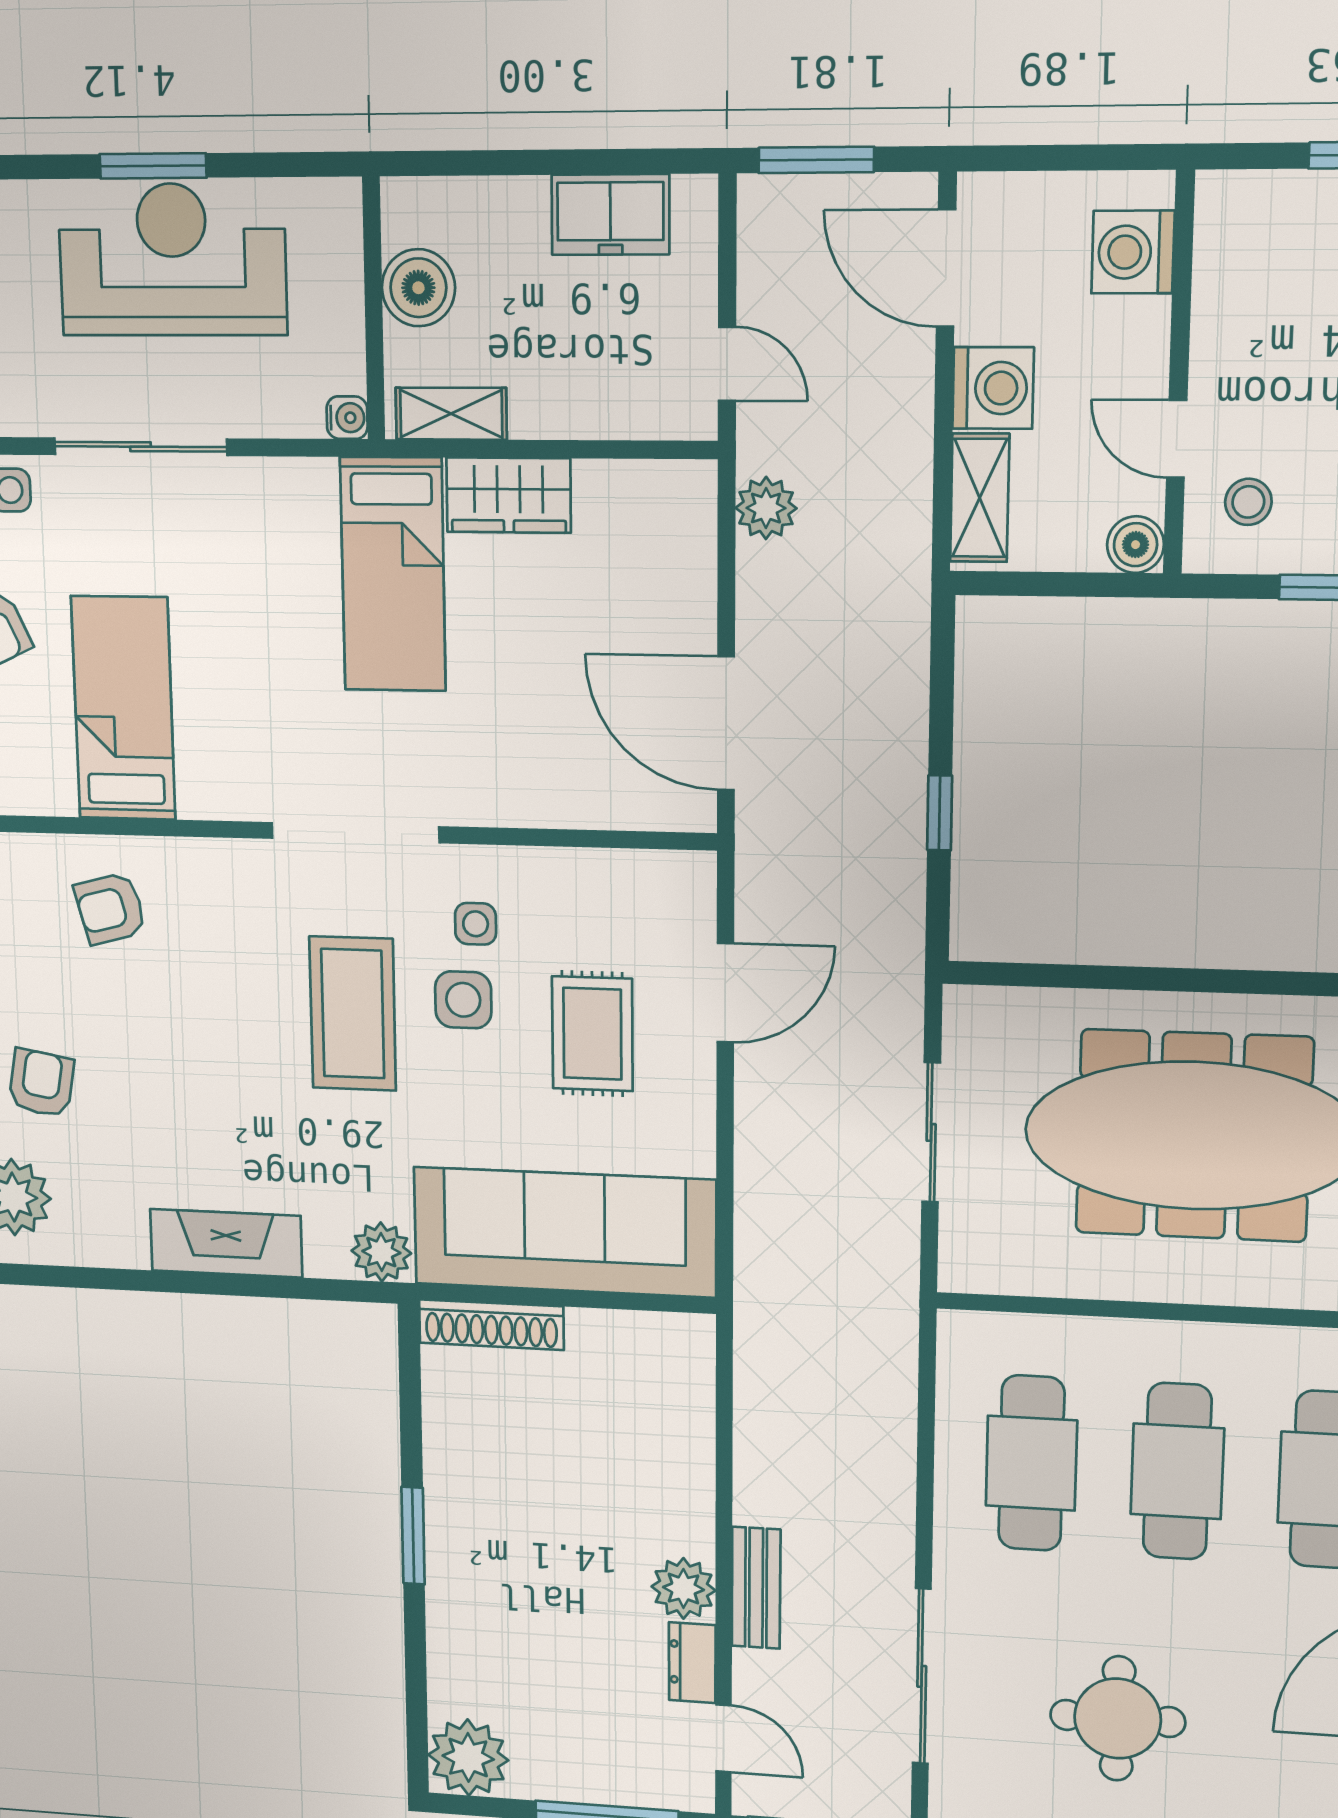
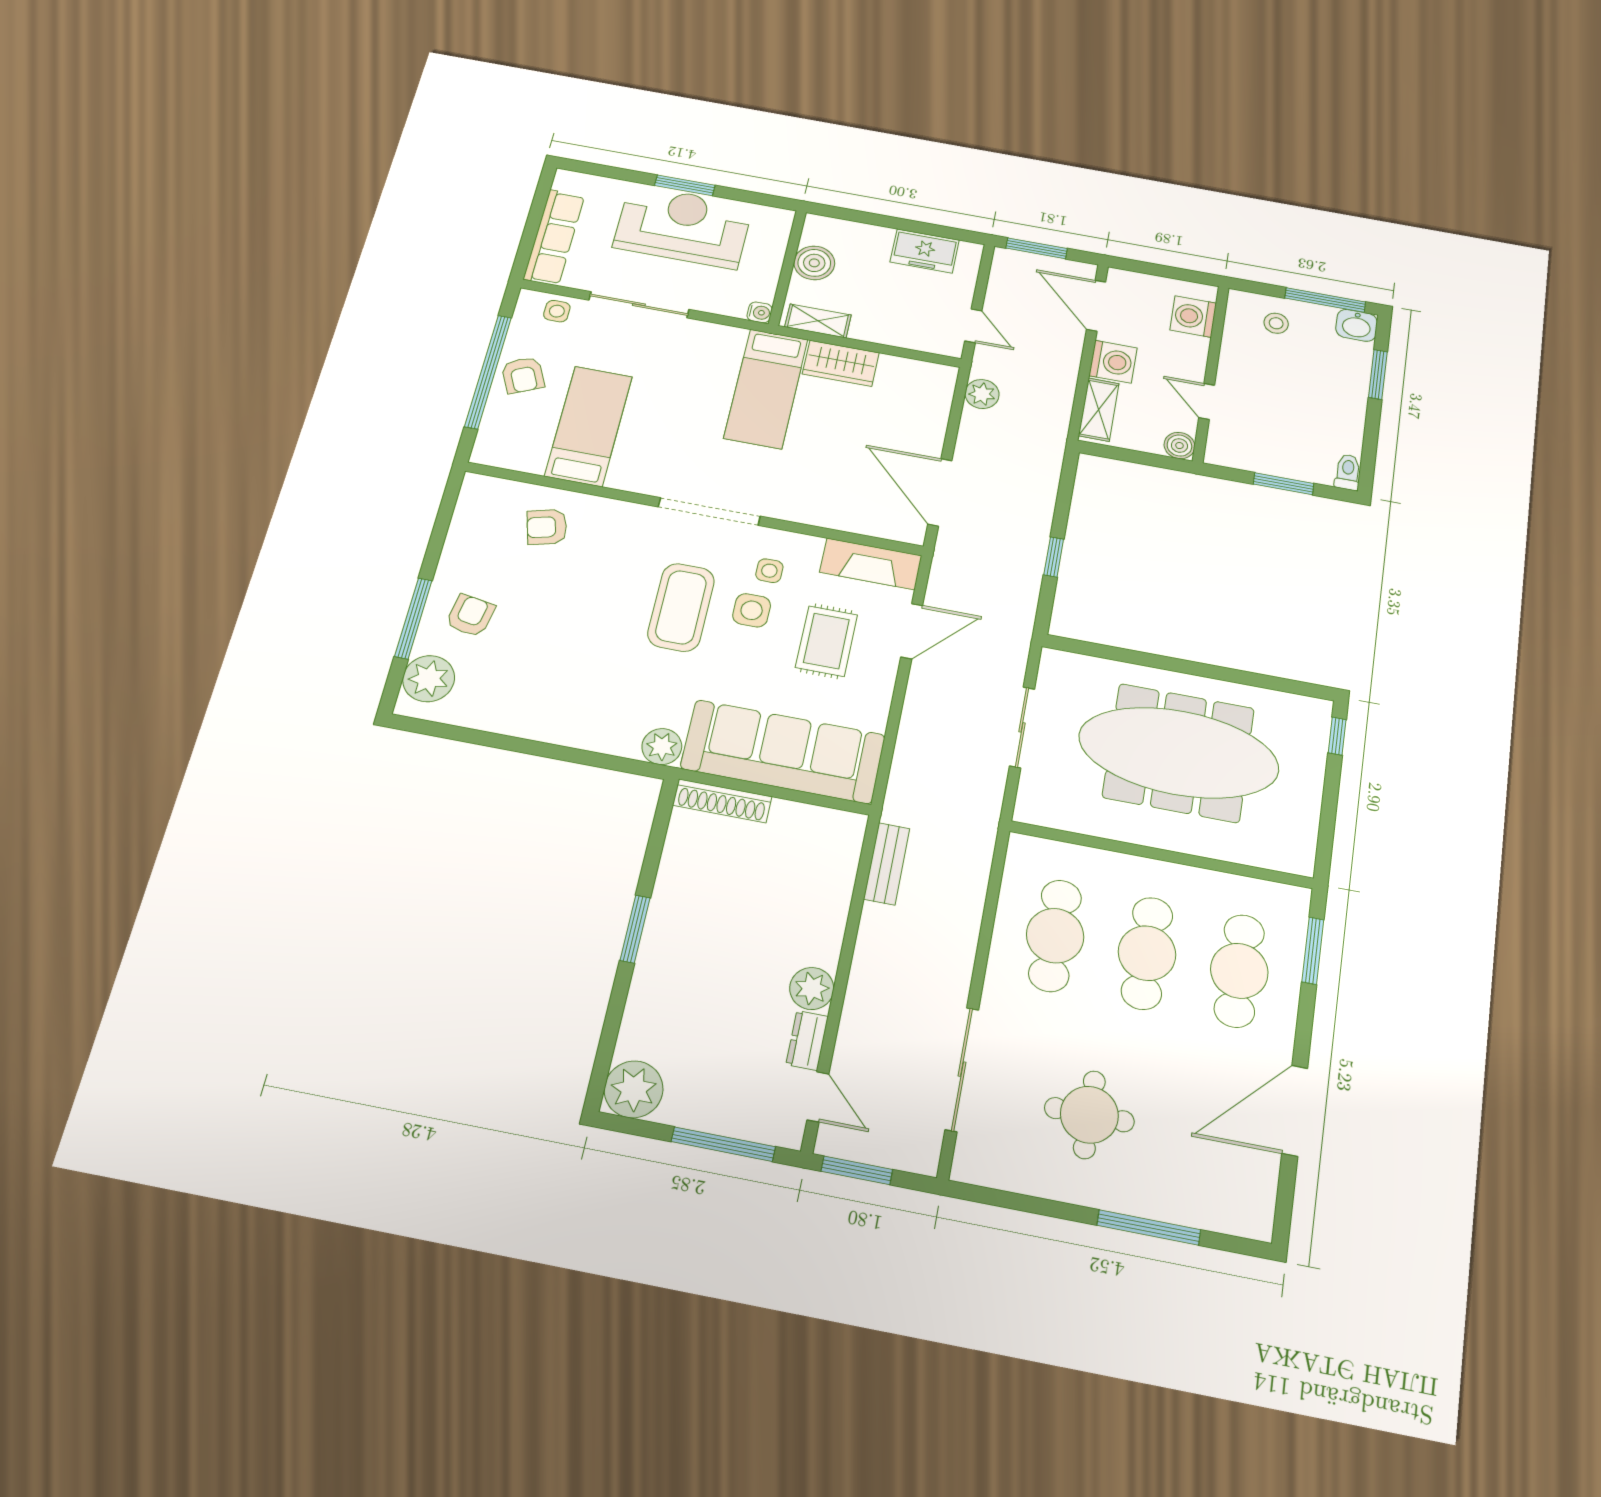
stool: (1248, 502) -> (1276, 323), moved
fireplace: (226, 1243) -> (871, 564), moved, turned 180
bench: (756, 1588) -> (887, 864), moved

